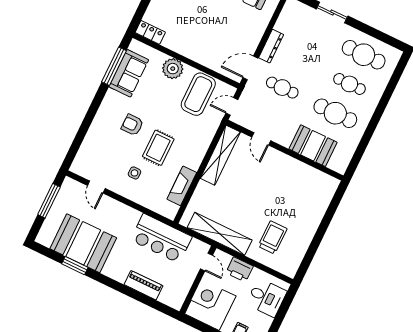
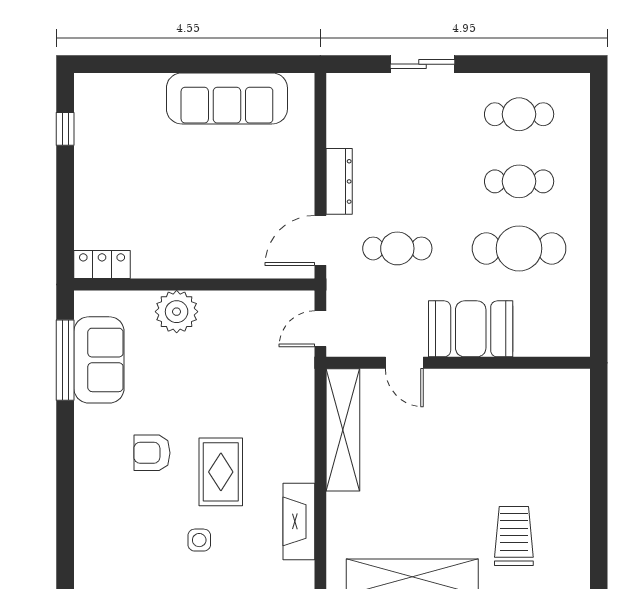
cafe table: (364, 55) -> (519, 114), width x0.73, depth x0.74
coffee table: (198, 94) -> (247, 336), removed
booth: (313, 146) -> (471, 329), moved

